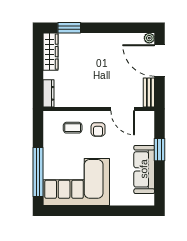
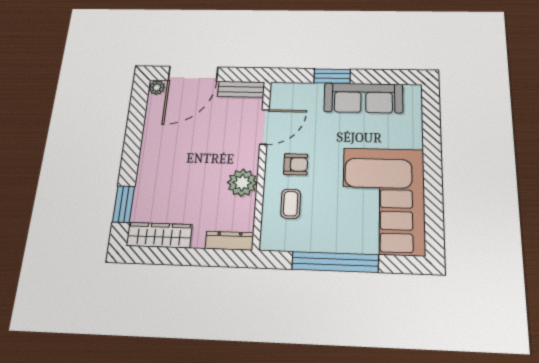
plant: (85, 98) -> (242, 183), added
window: (38, 172) -> (335, 262), moved

